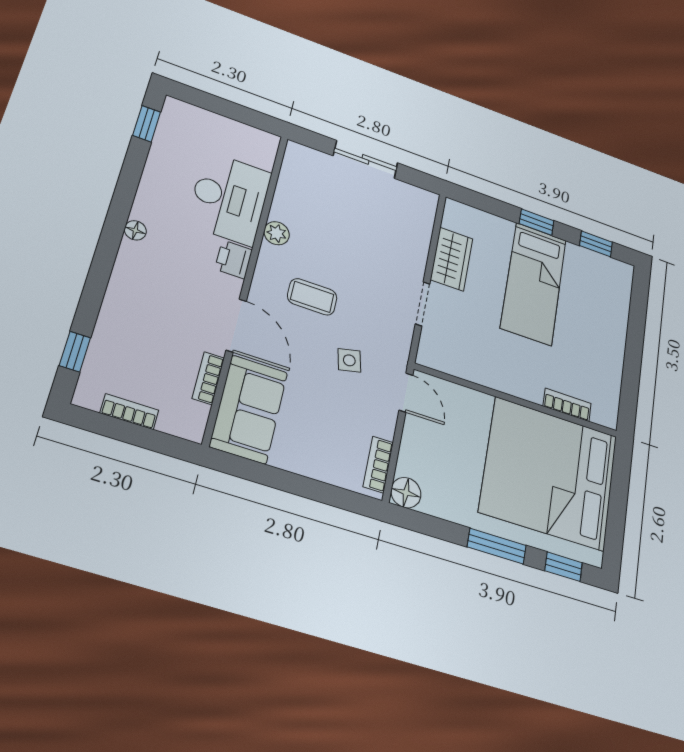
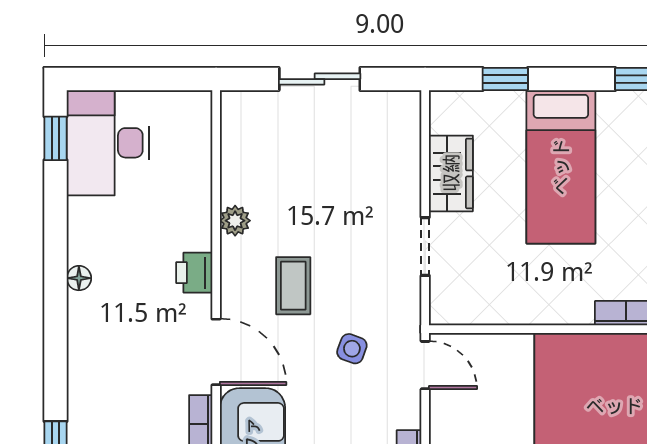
desk: (229, 198) -> (108, 143), moved, turned 180
window: (537, 222) -> (505, 79), moved
coffee table: (312, 297) -> (293, 286), turned 90
side table: (349, 360) -> (352, 349), turned 33

